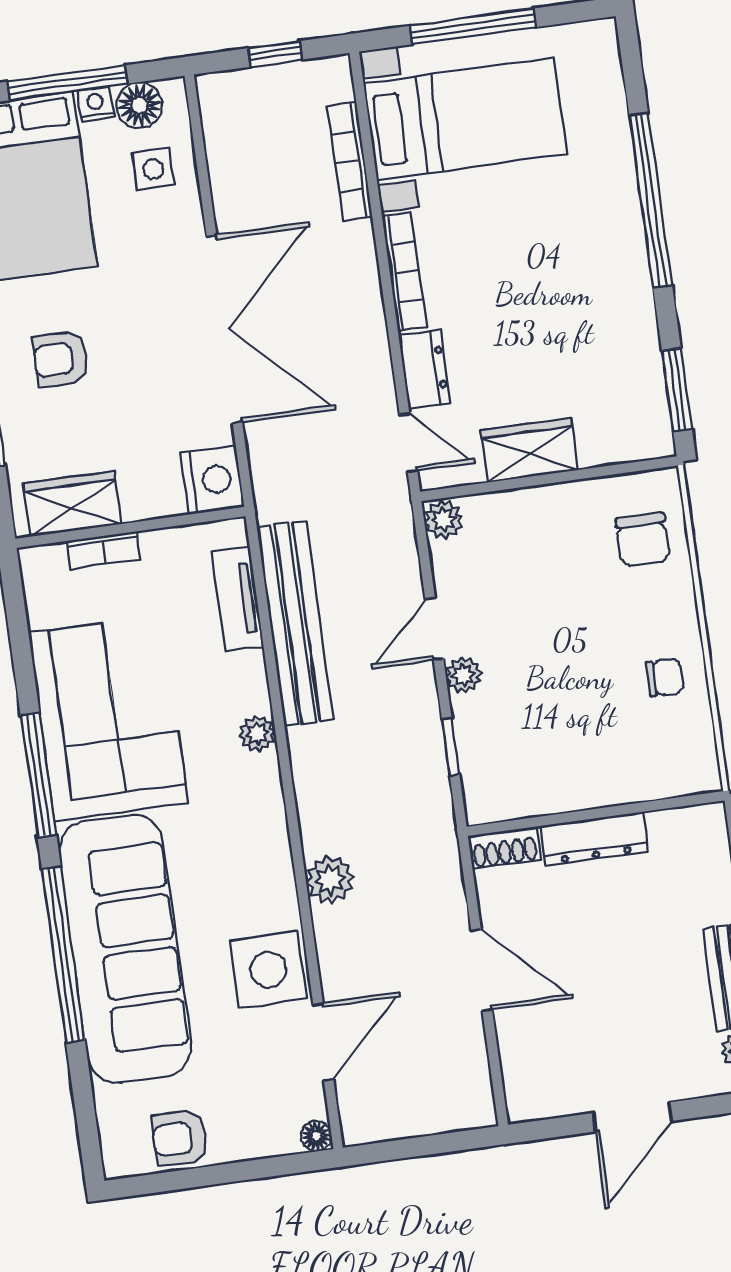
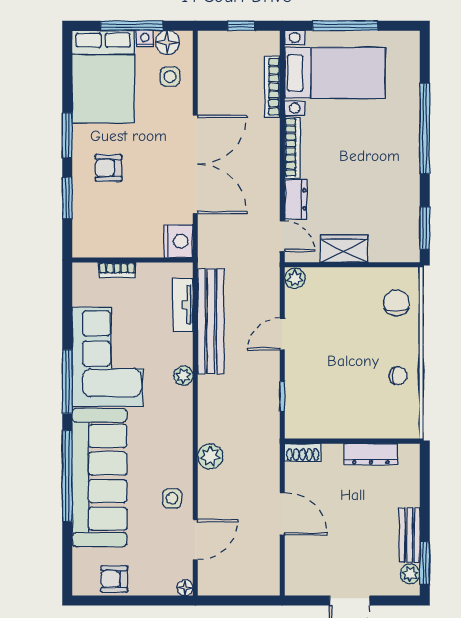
wardrobe: (72, 504) -> (104, 244), removed
chair: (643, 539) -> (396, 303), turned 180
plant: (464, 675) -> (294, 360), removed
dresser: (594, 839) -> (371, 454), moved
side table: (268, 970) -> (172, 498), width x0.54, depth x0.54

